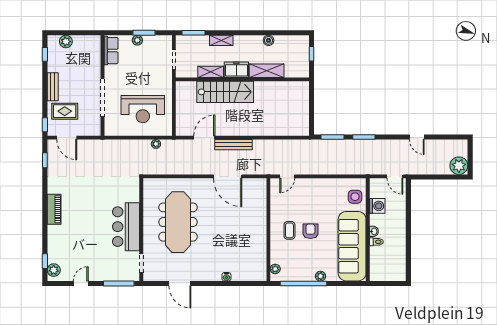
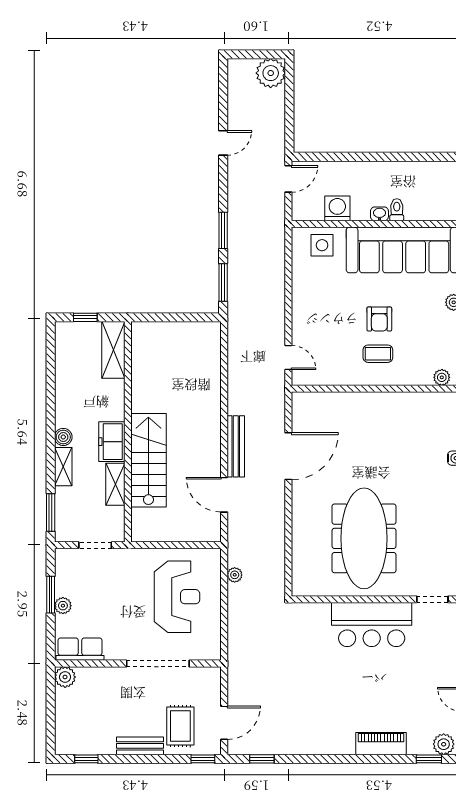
boiler: (269, 40) -> (63, 437), moved
plant: (66, 42) -> (65, 677), moved
shelving: (267, 71) -> (113, 350), moved
piano: (54, 209) -> (381, 744), moved
meeting table: (178, 222) -> (364, 538), turned 90
armchair: (310, 231) -> (379, 319), turned -90

